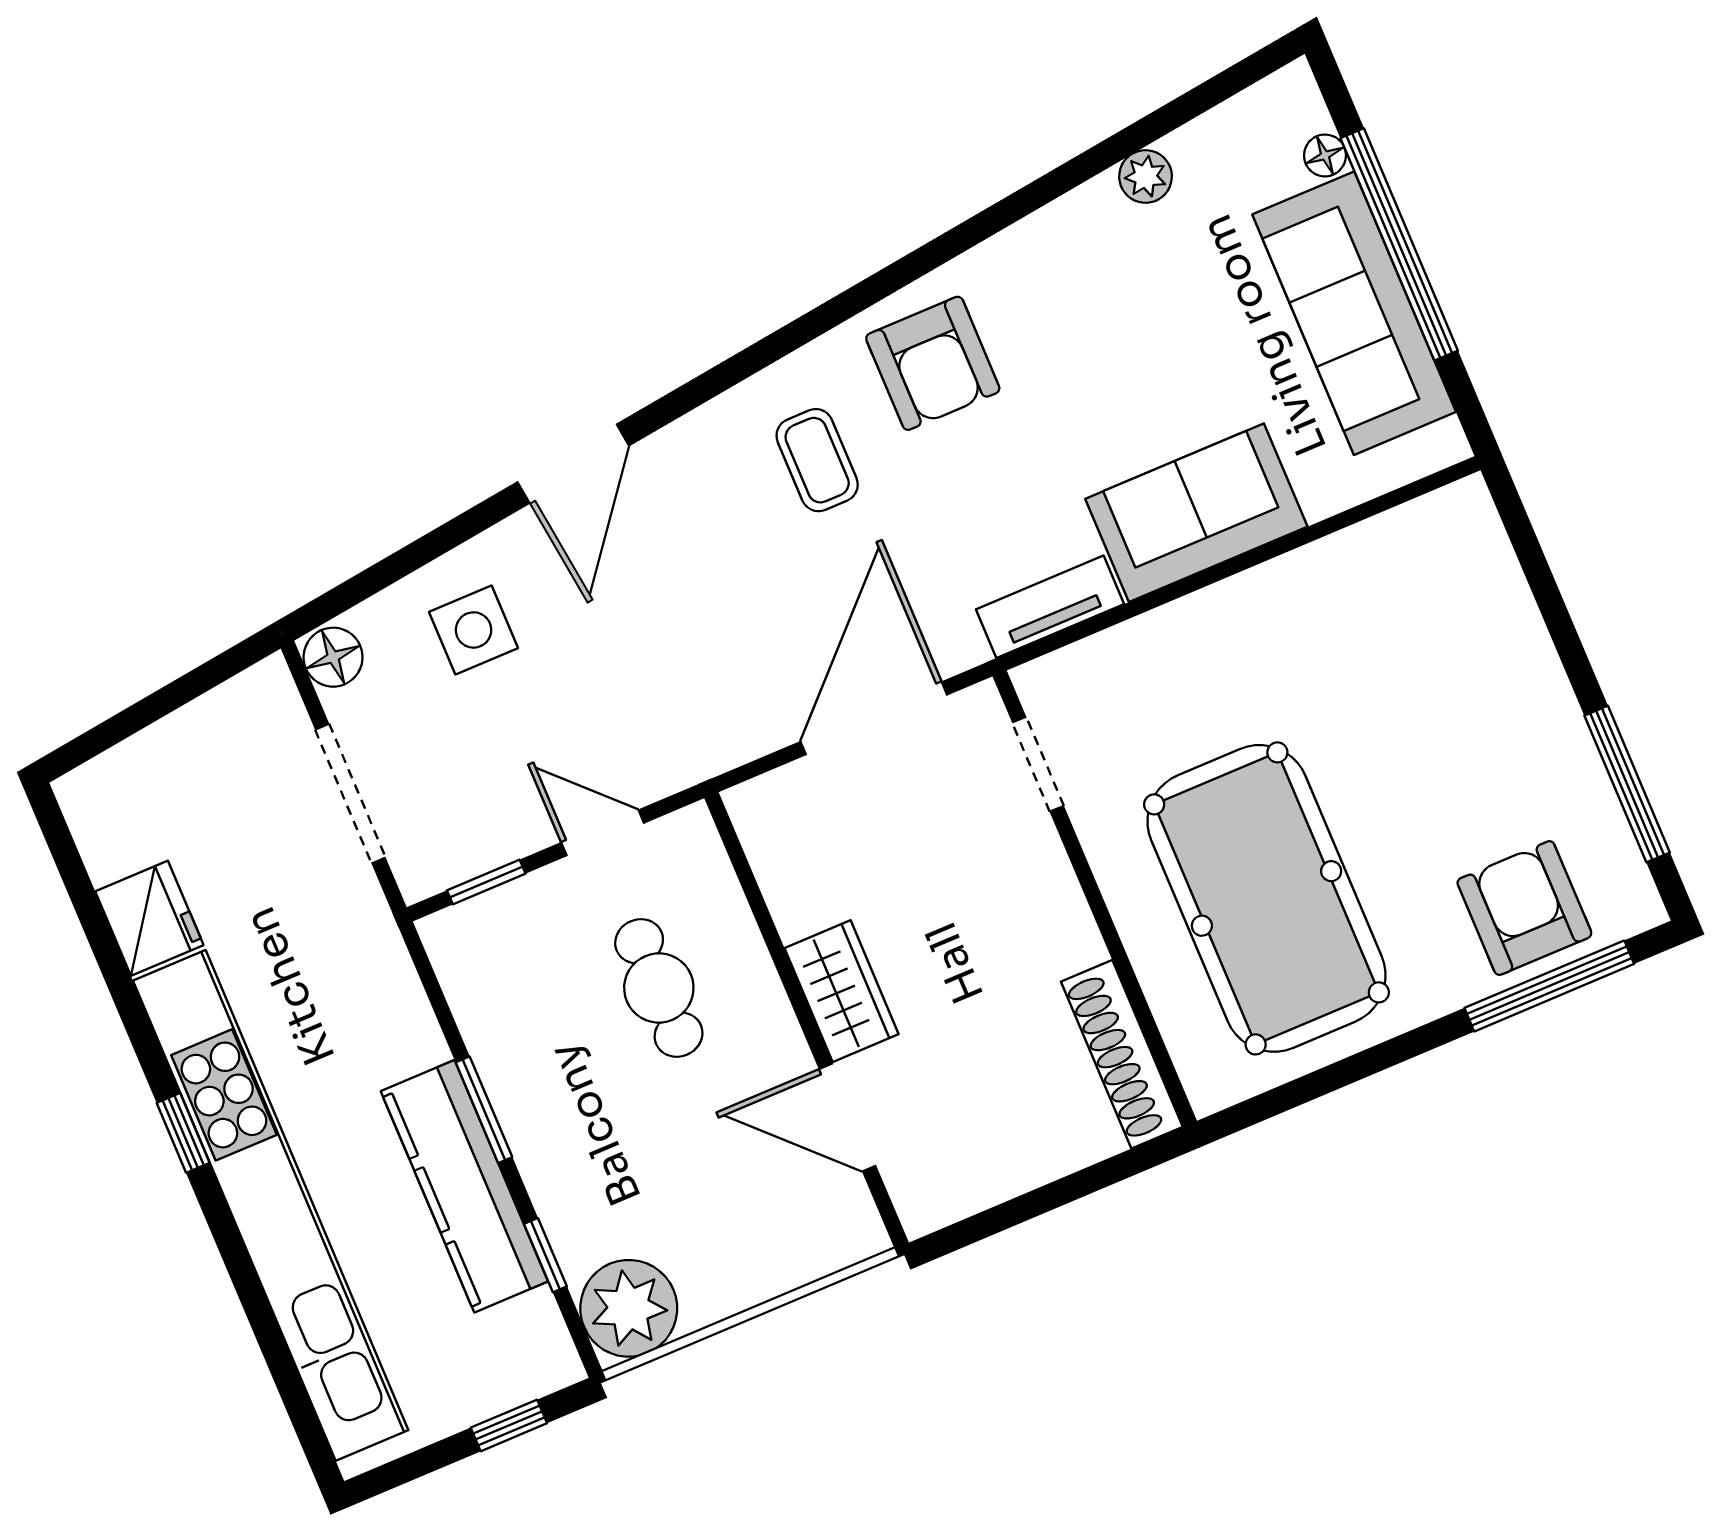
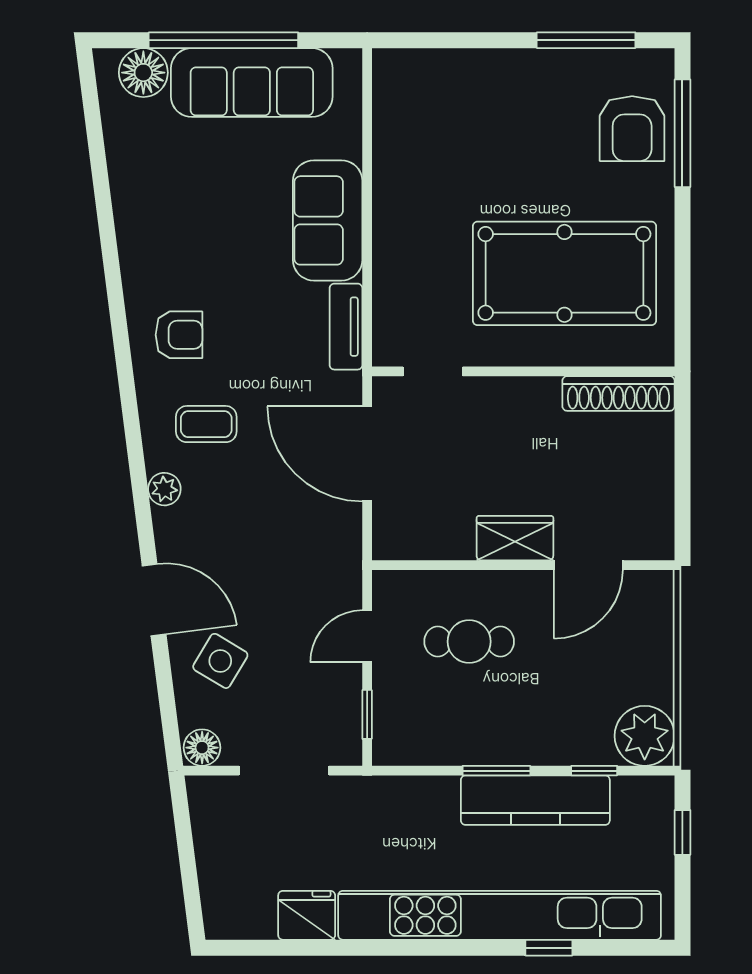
floor lamp: (1325, 155) -> (143, 73), width x1.89, depth x1.89
plant: (1146, 176) -> (164, 489), moved
armchair: (933, 363) -> (179, 335), width x0.72, depth x0.72
door: (573, 464) -> (154, 600), moved
side table: (474, 630) -> (220, 661), turned 31
armchair: (1524, 908) -> (632, 129), turned -90
window: (183, 1133) -> (549, 948), moved

